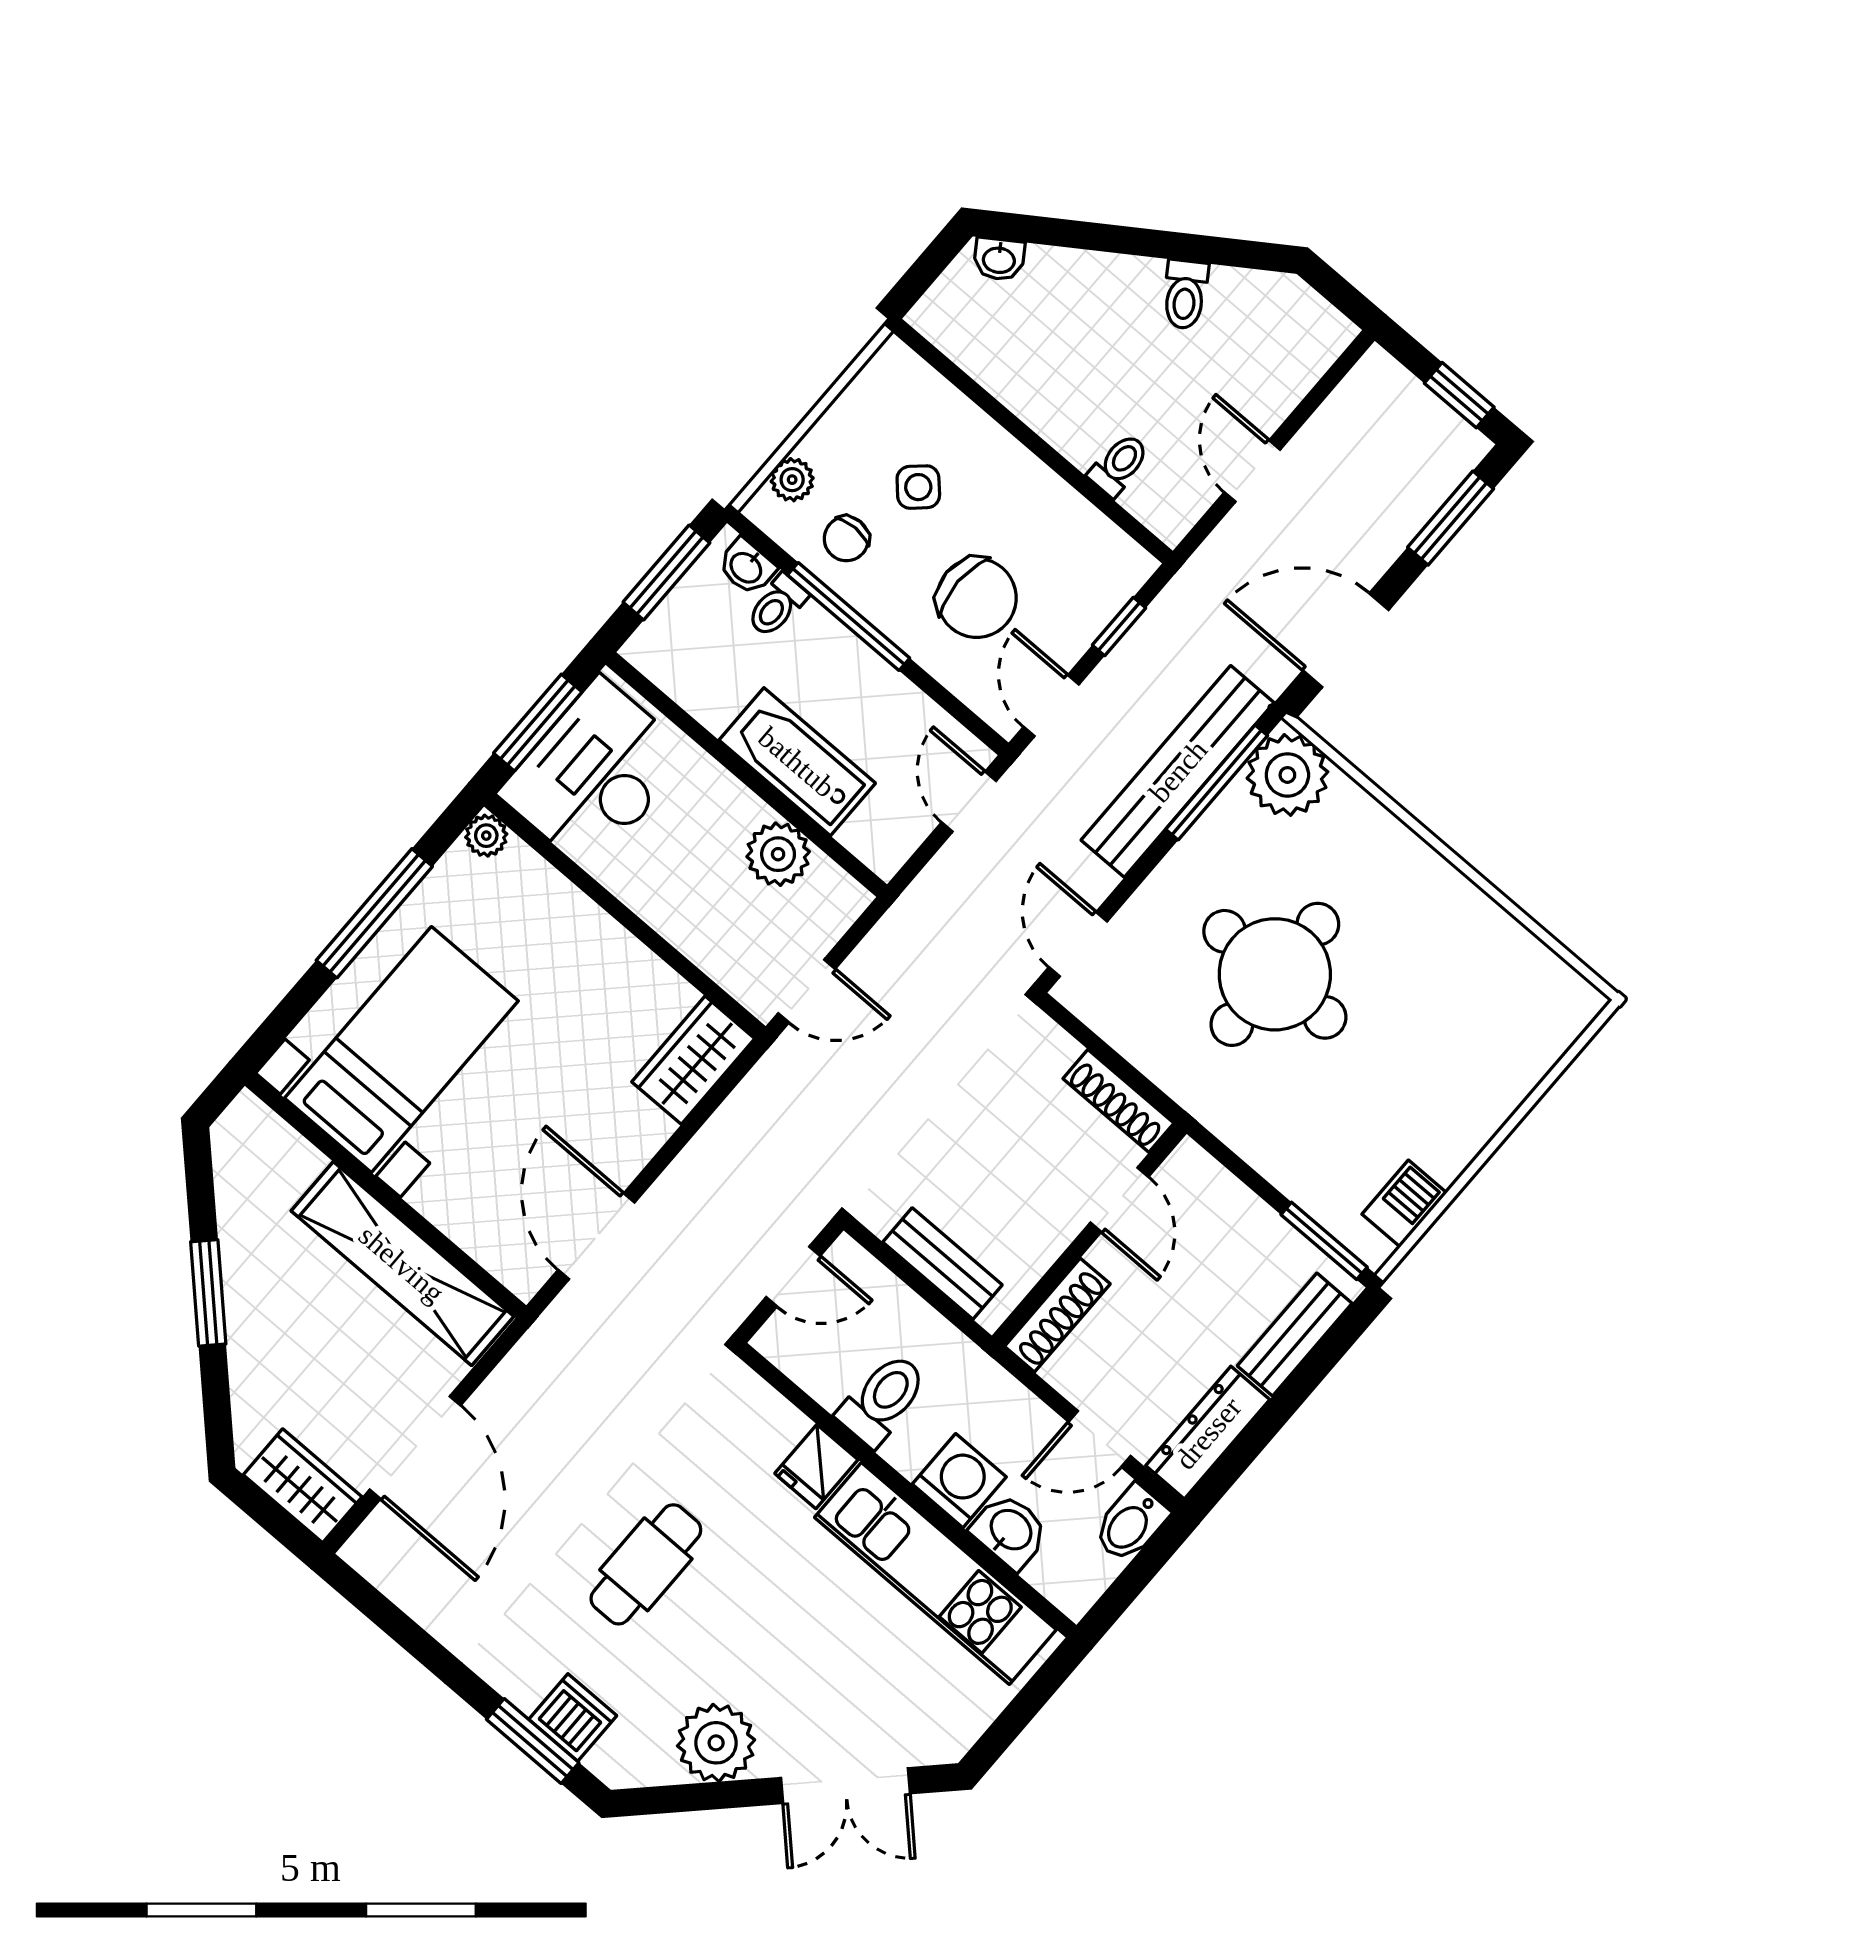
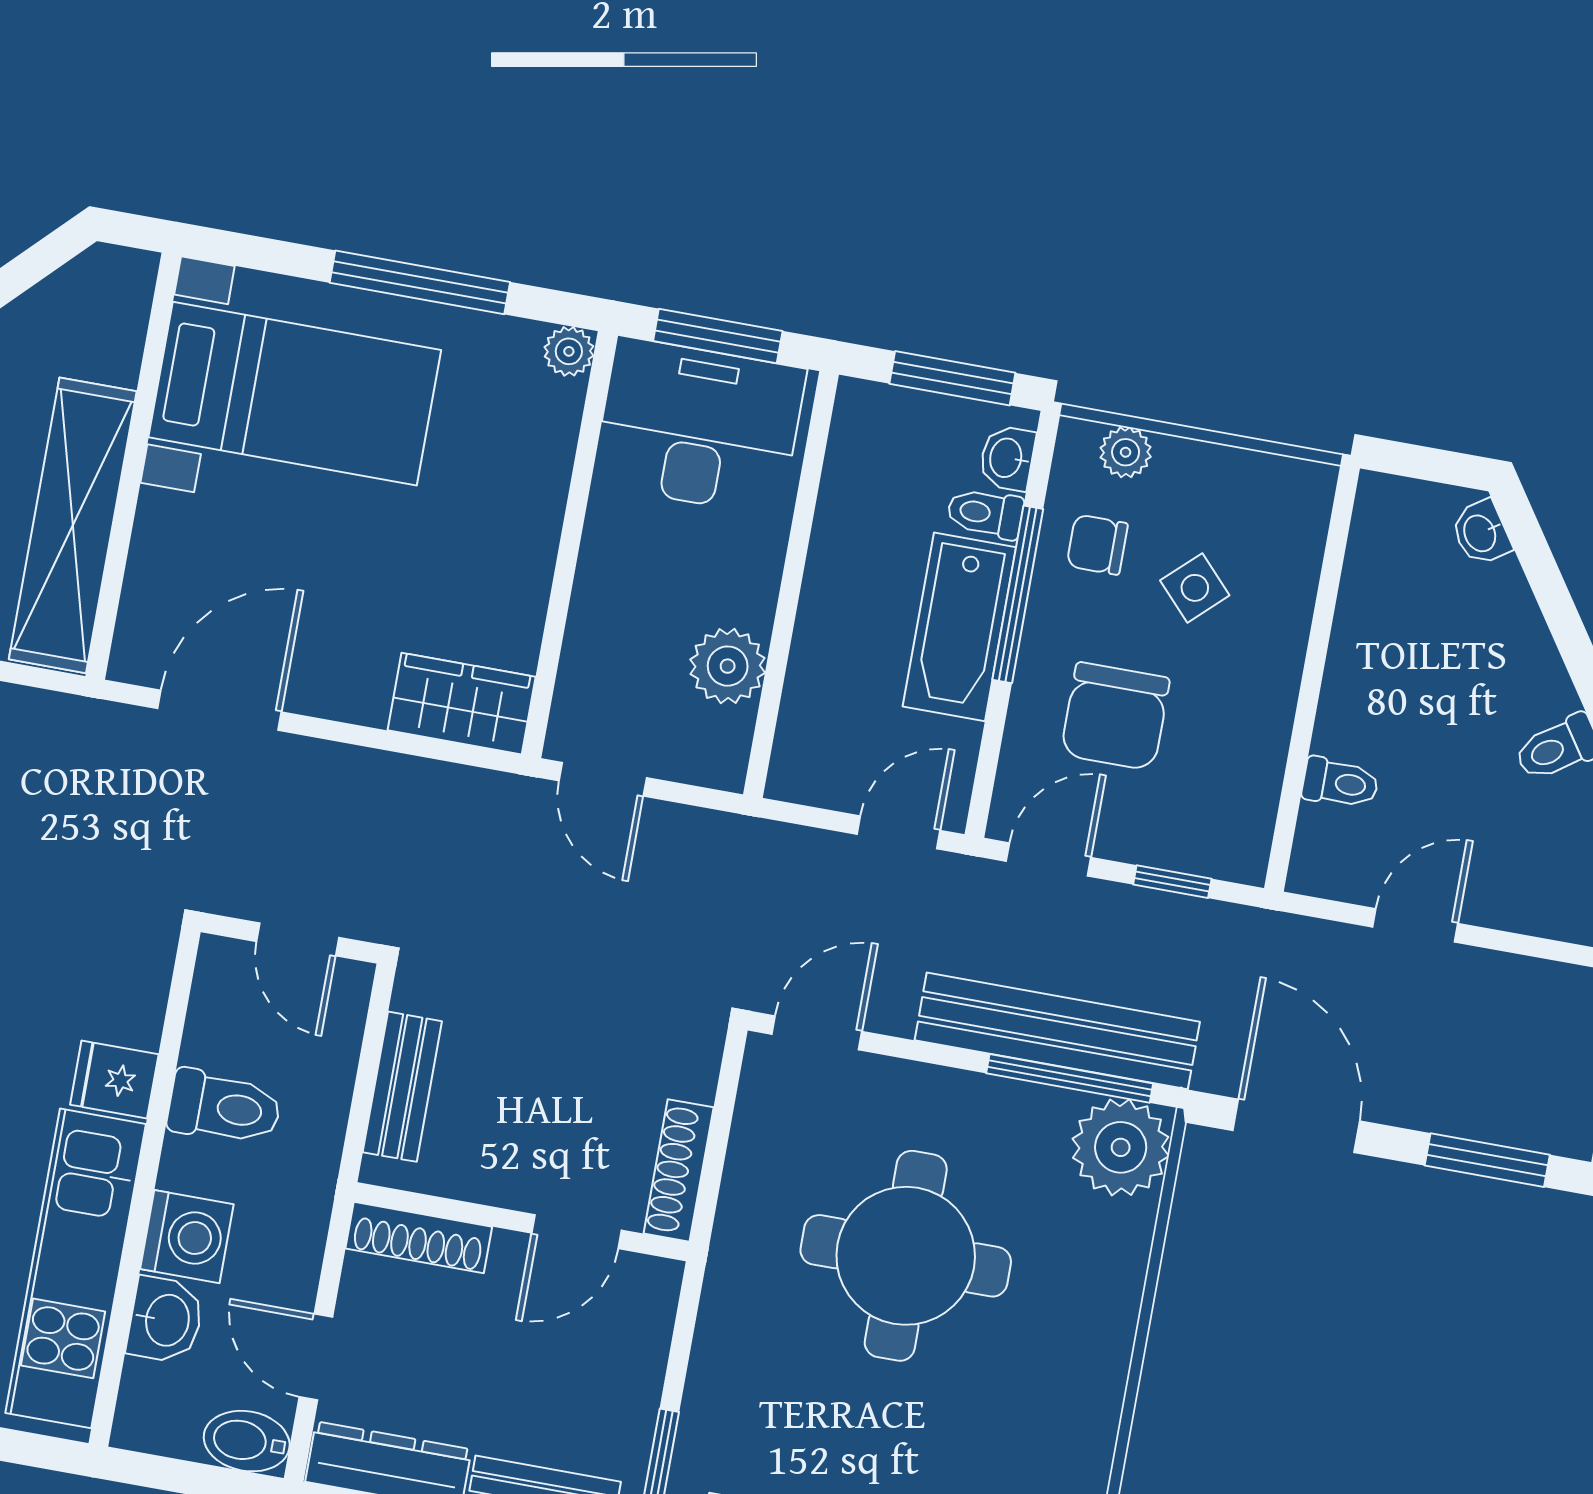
bathtub: (797, 762) -> (959, 627), moved, turned 180

